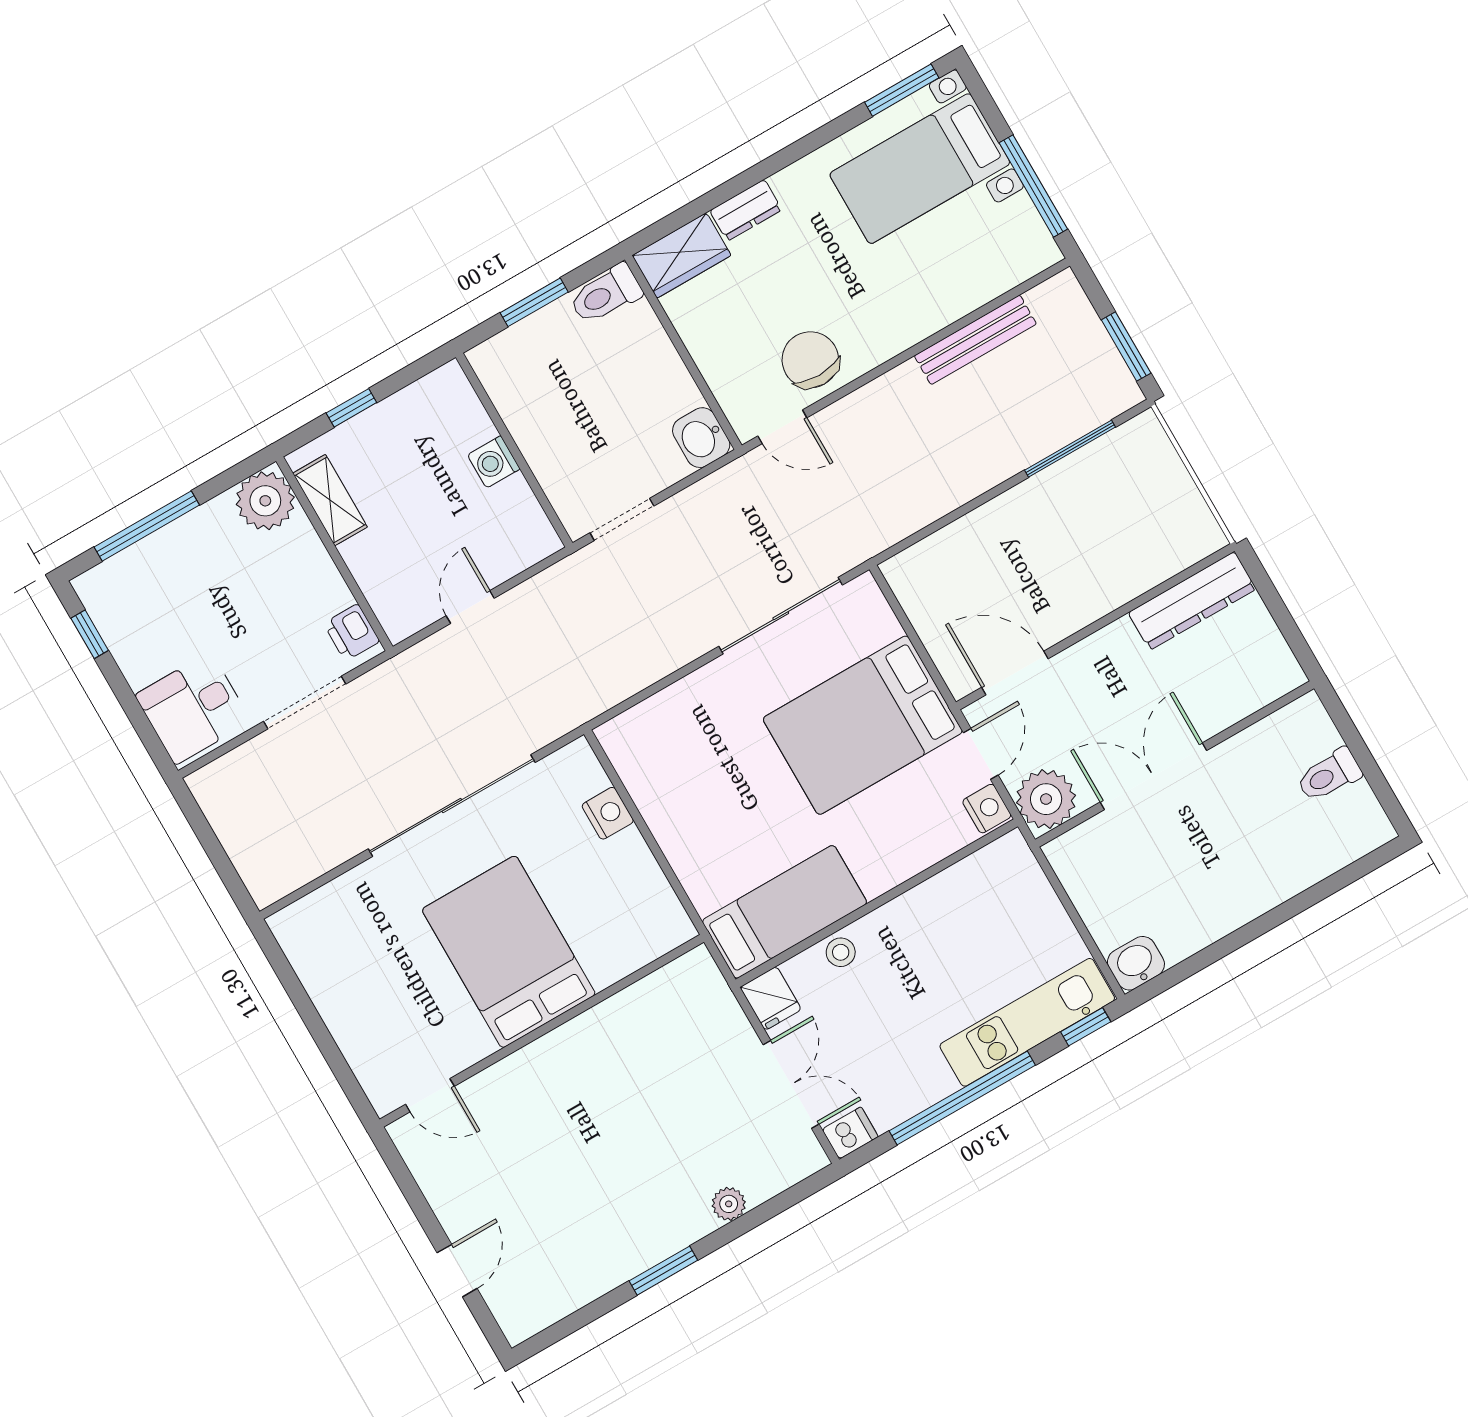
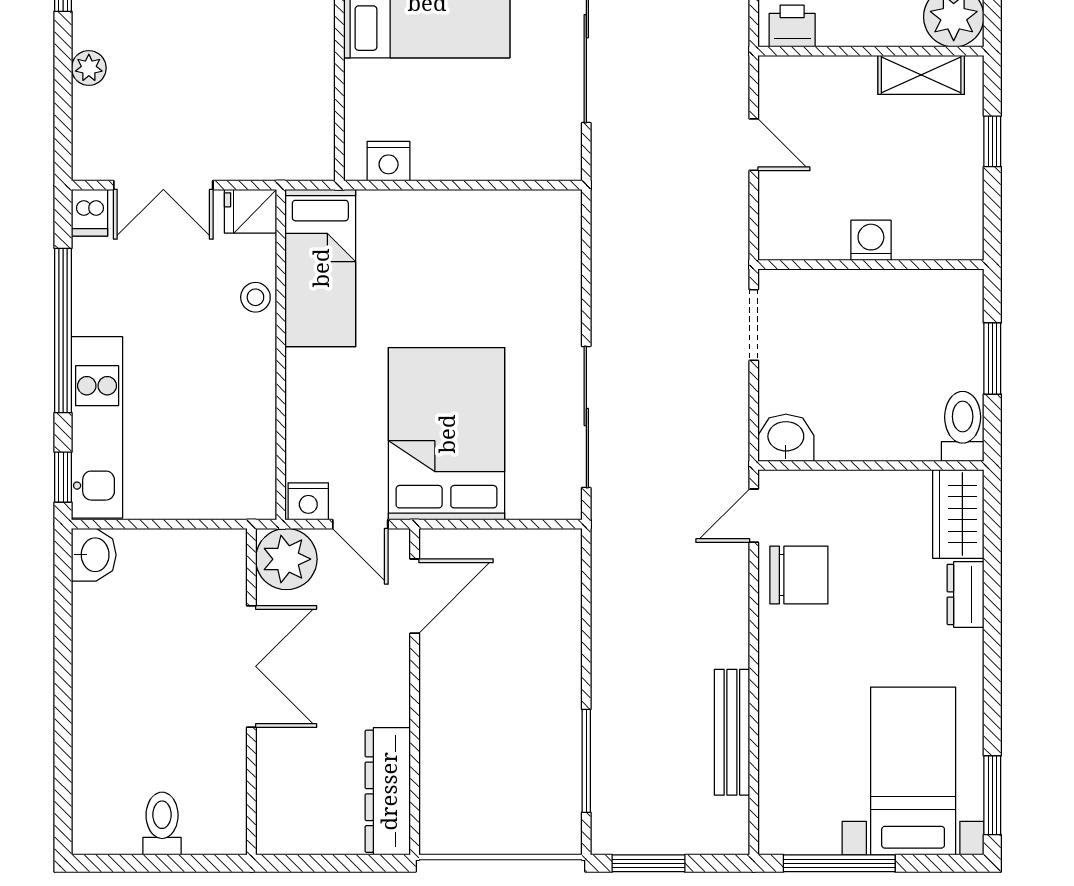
nightstand: (608, 813) -> (389, 161), moved

